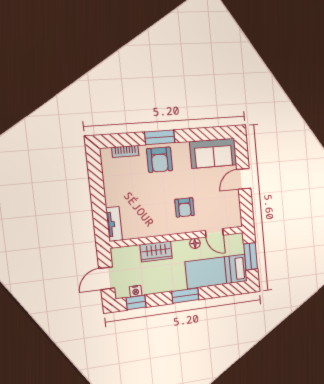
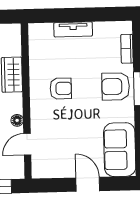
armchair: (185, 207) -> (61, 88), moved, turned 180
tv unit: (114, 224) -> (73, 29), moved

